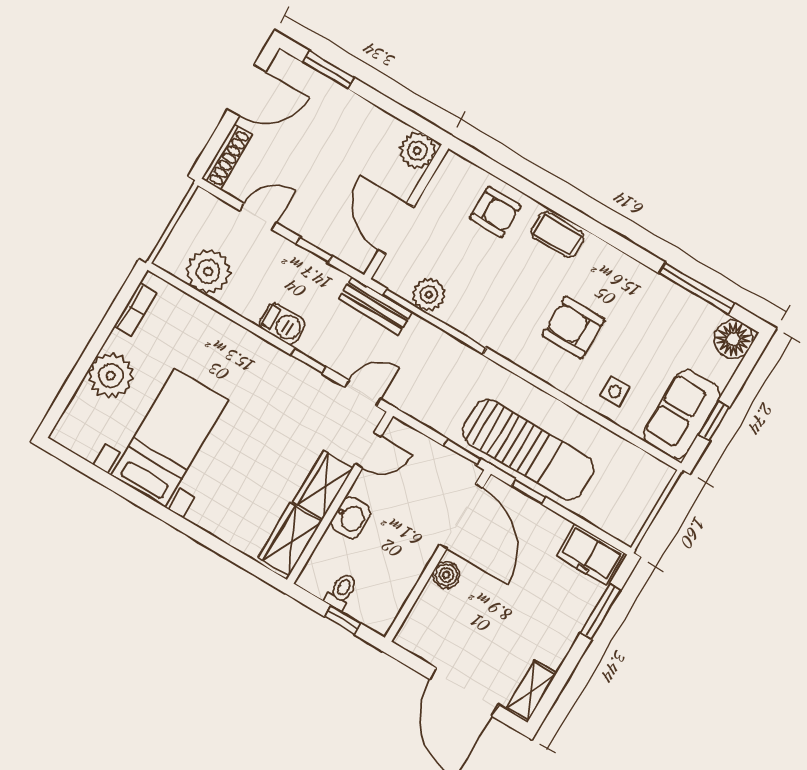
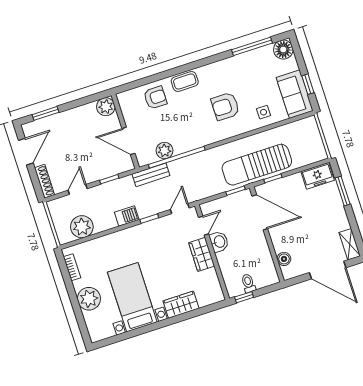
sun lounger: (528, 450) -> (257, 165), turned 180
washbasin: (351, 518) -> (219, 242), moved
wardrobe: (290, 540) -> (181, 305), moved, turned 90
boiler: (446, 575) -> (284, 259), moved
window: (343, 620) -> (244, 297), moved

